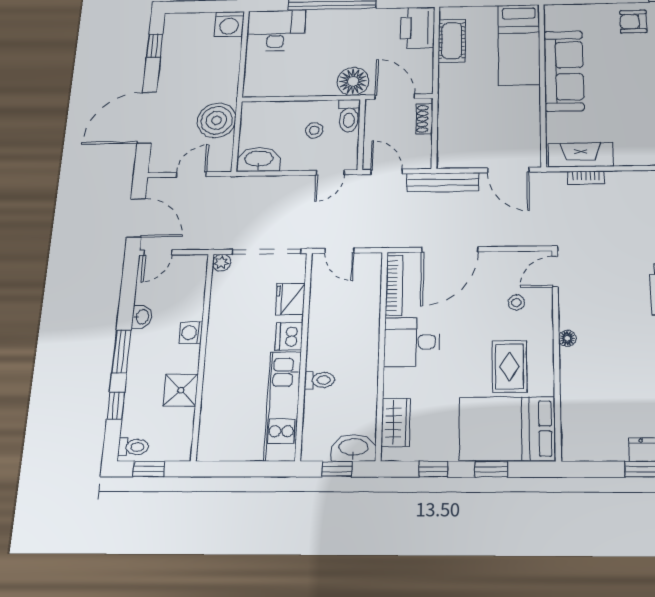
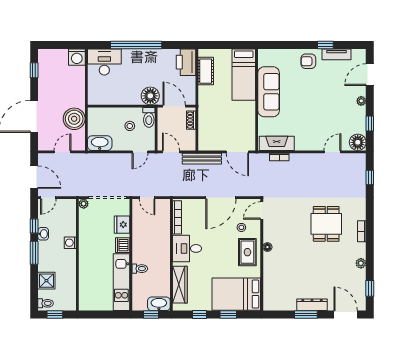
door: (450, 250) -> (221, 198), moved
rug: (510, 366) -> (247, 252), moved
shower: (181, 390) -> (46, 281), moved
window: (116, 406) -> (34, 226), moved
wardrobe: (396, 422) -> (180, 285), width x1.50

